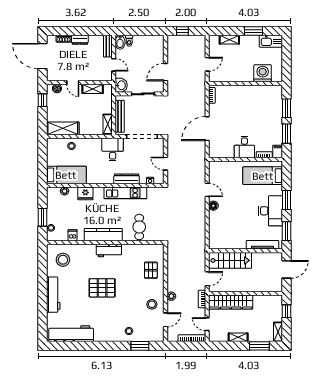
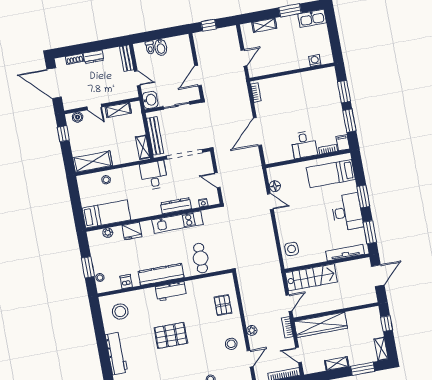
bidet: (120, 42) -> (161, 47), moved
washing machine: (263, 73) -> (315, 61), width x0.53, depth x0.53
floor lamp: (213, 206) -> (275, 186), moved
side table: (218, 233) -> (292, 249), added

